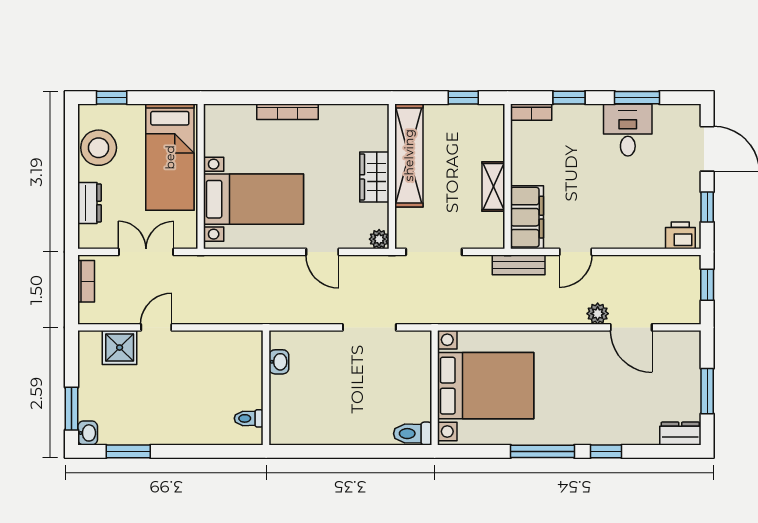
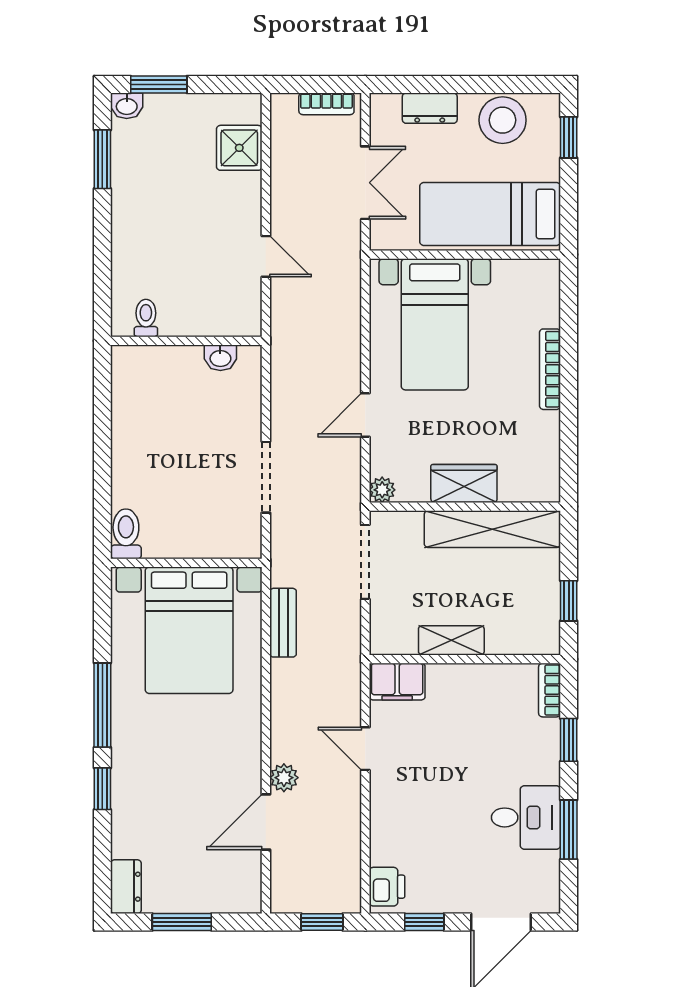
filing cabinet: (527, 217) -> (397, 682), width x0.67, depth x0.86
bench: (519, 265) -> (283, 623), moved
door: (156, 327) -> (266, 256), moved

